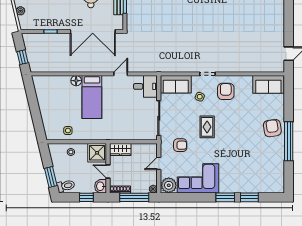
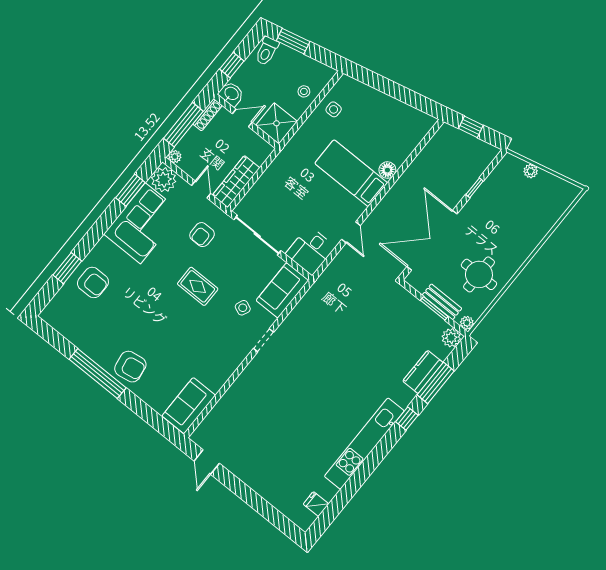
armchair: (226, 91) -> (93, 282), moved
wardrobe: (120, 149) -> (236, 181), moved, width x1.50
window: (225, 197) -> (130, 190), moved

